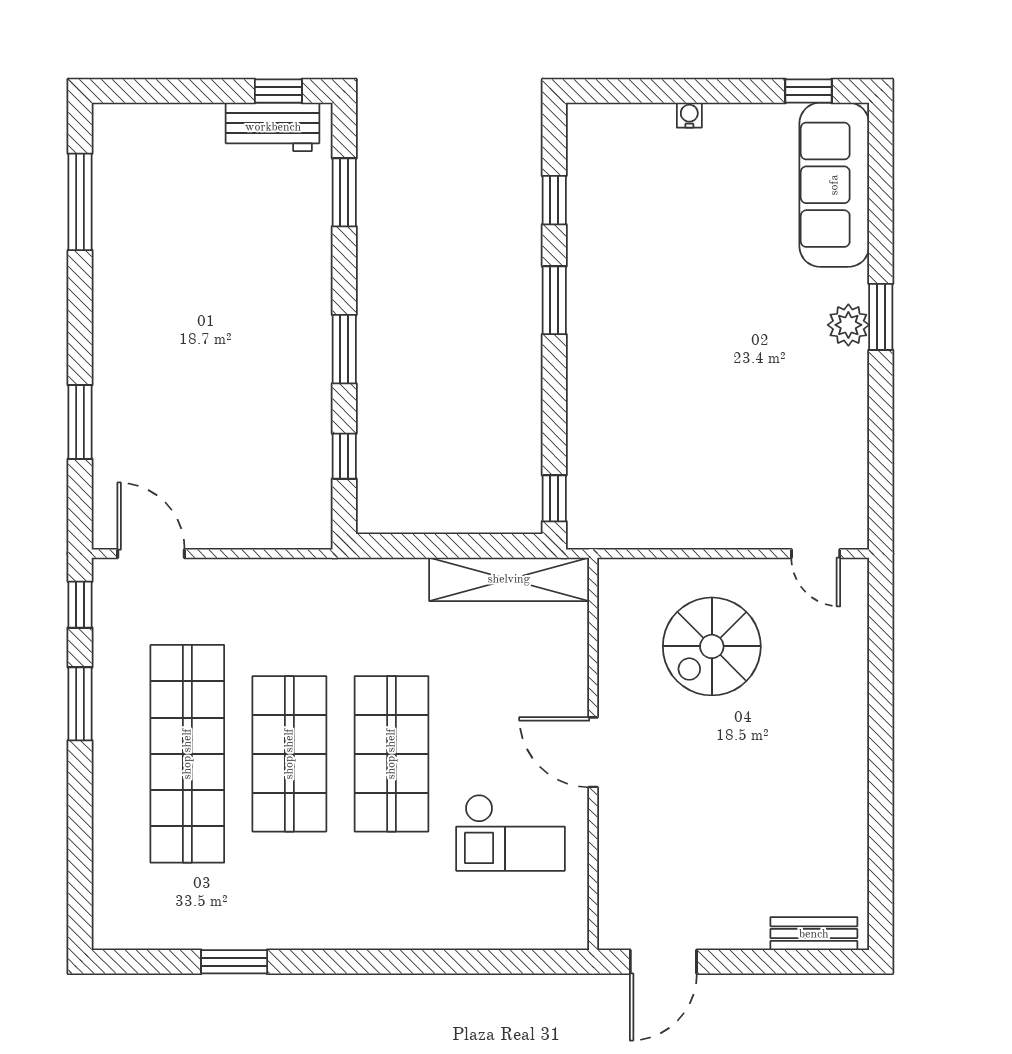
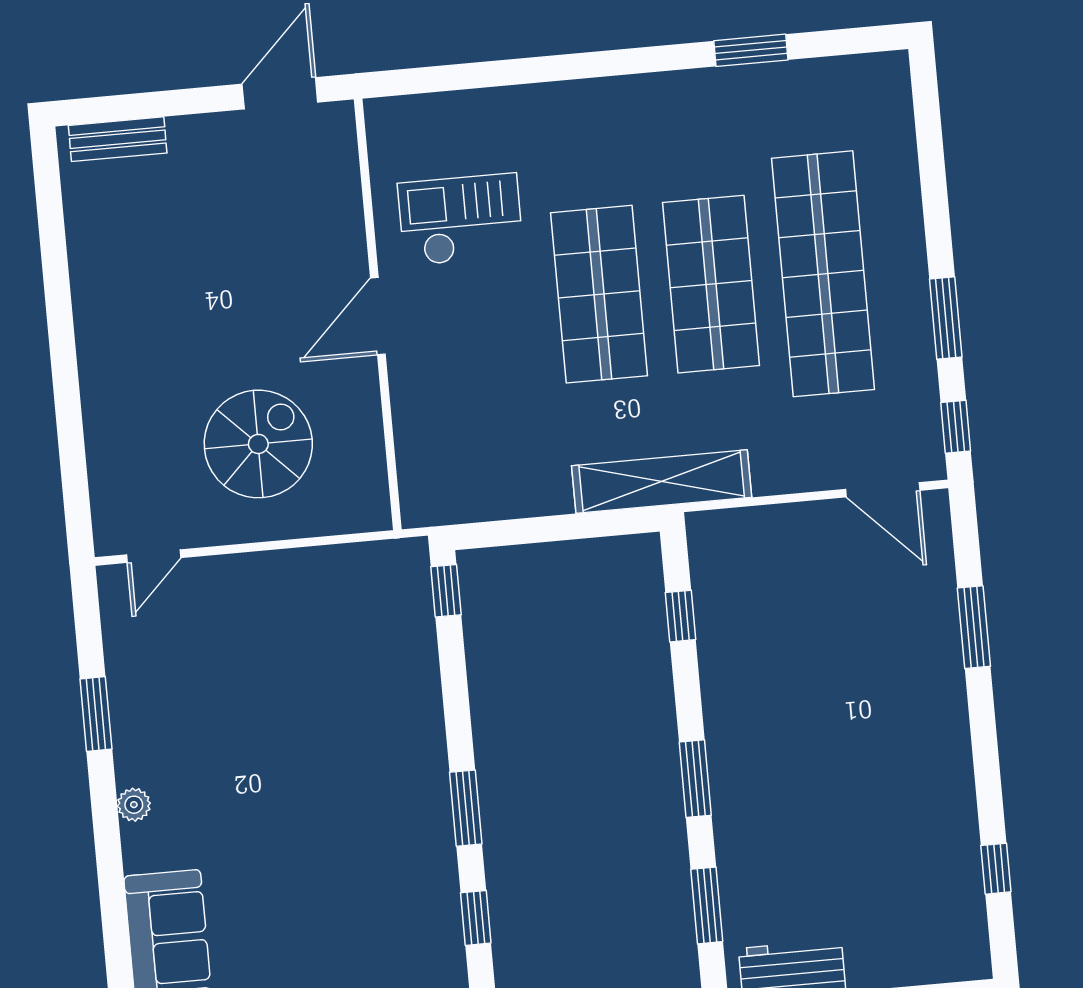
window: (80, 202) -> (996, 869), width x0.46
window: (881, 317) -> (96, 714), moved
plant: (848, 325) -> (134, 805), width x0.73, depth x0.73
window: (344, 349) -> (695, 779), moved
door: (816, 554) -> (154, 556), swing flipped
shelving: (509, 579) -> (662, 482), moved
door: (593, 752) -> (378, 316), swing flipped

